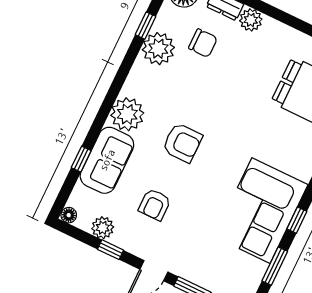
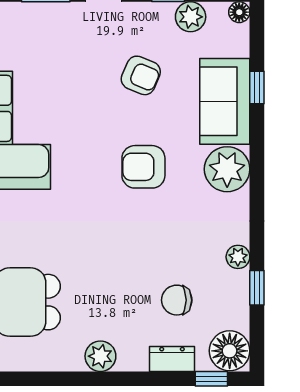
plant: (251, 20) -> (100, 356), moved
plant: (158, 49) -> (238, 257), width x0.53, depth x0.53
armchair: (155, 205) -> (141, 75), turned 113

